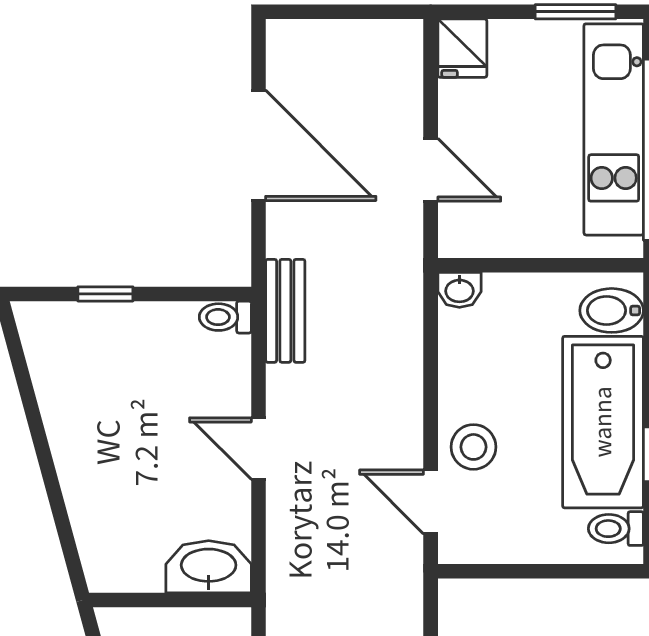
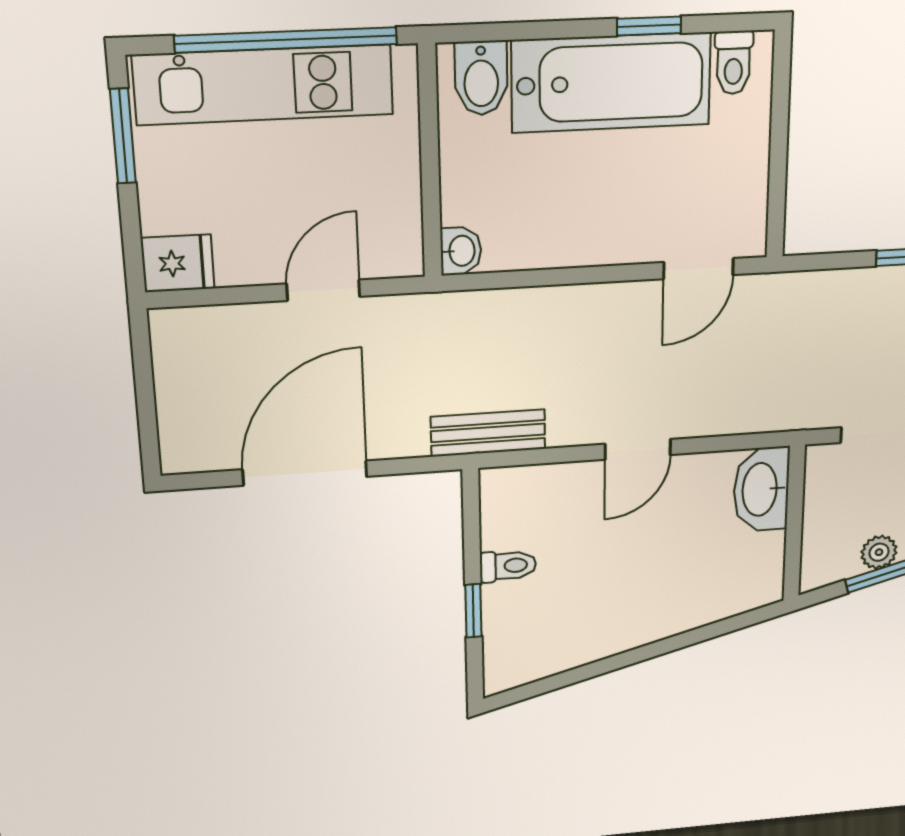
toilet: (225, 317) -> (508, 566), moved, turned -90
stool: (473, 447) -> (638, 226), removed

